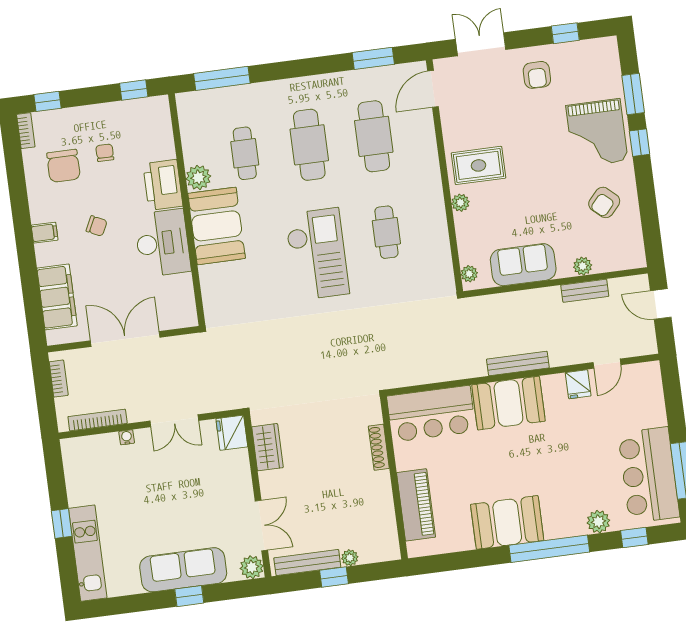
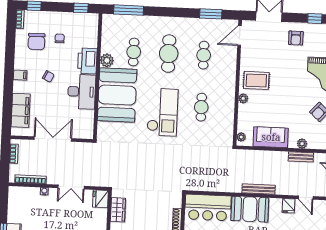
cafe table: (374, 136) -> (204, 55), width x0.73, depth x0.74
booth: (217, 226) -> (117, 95), width x1.36, depth x1.42
door: (607, 364) -> (306, 198), hinge flipped

